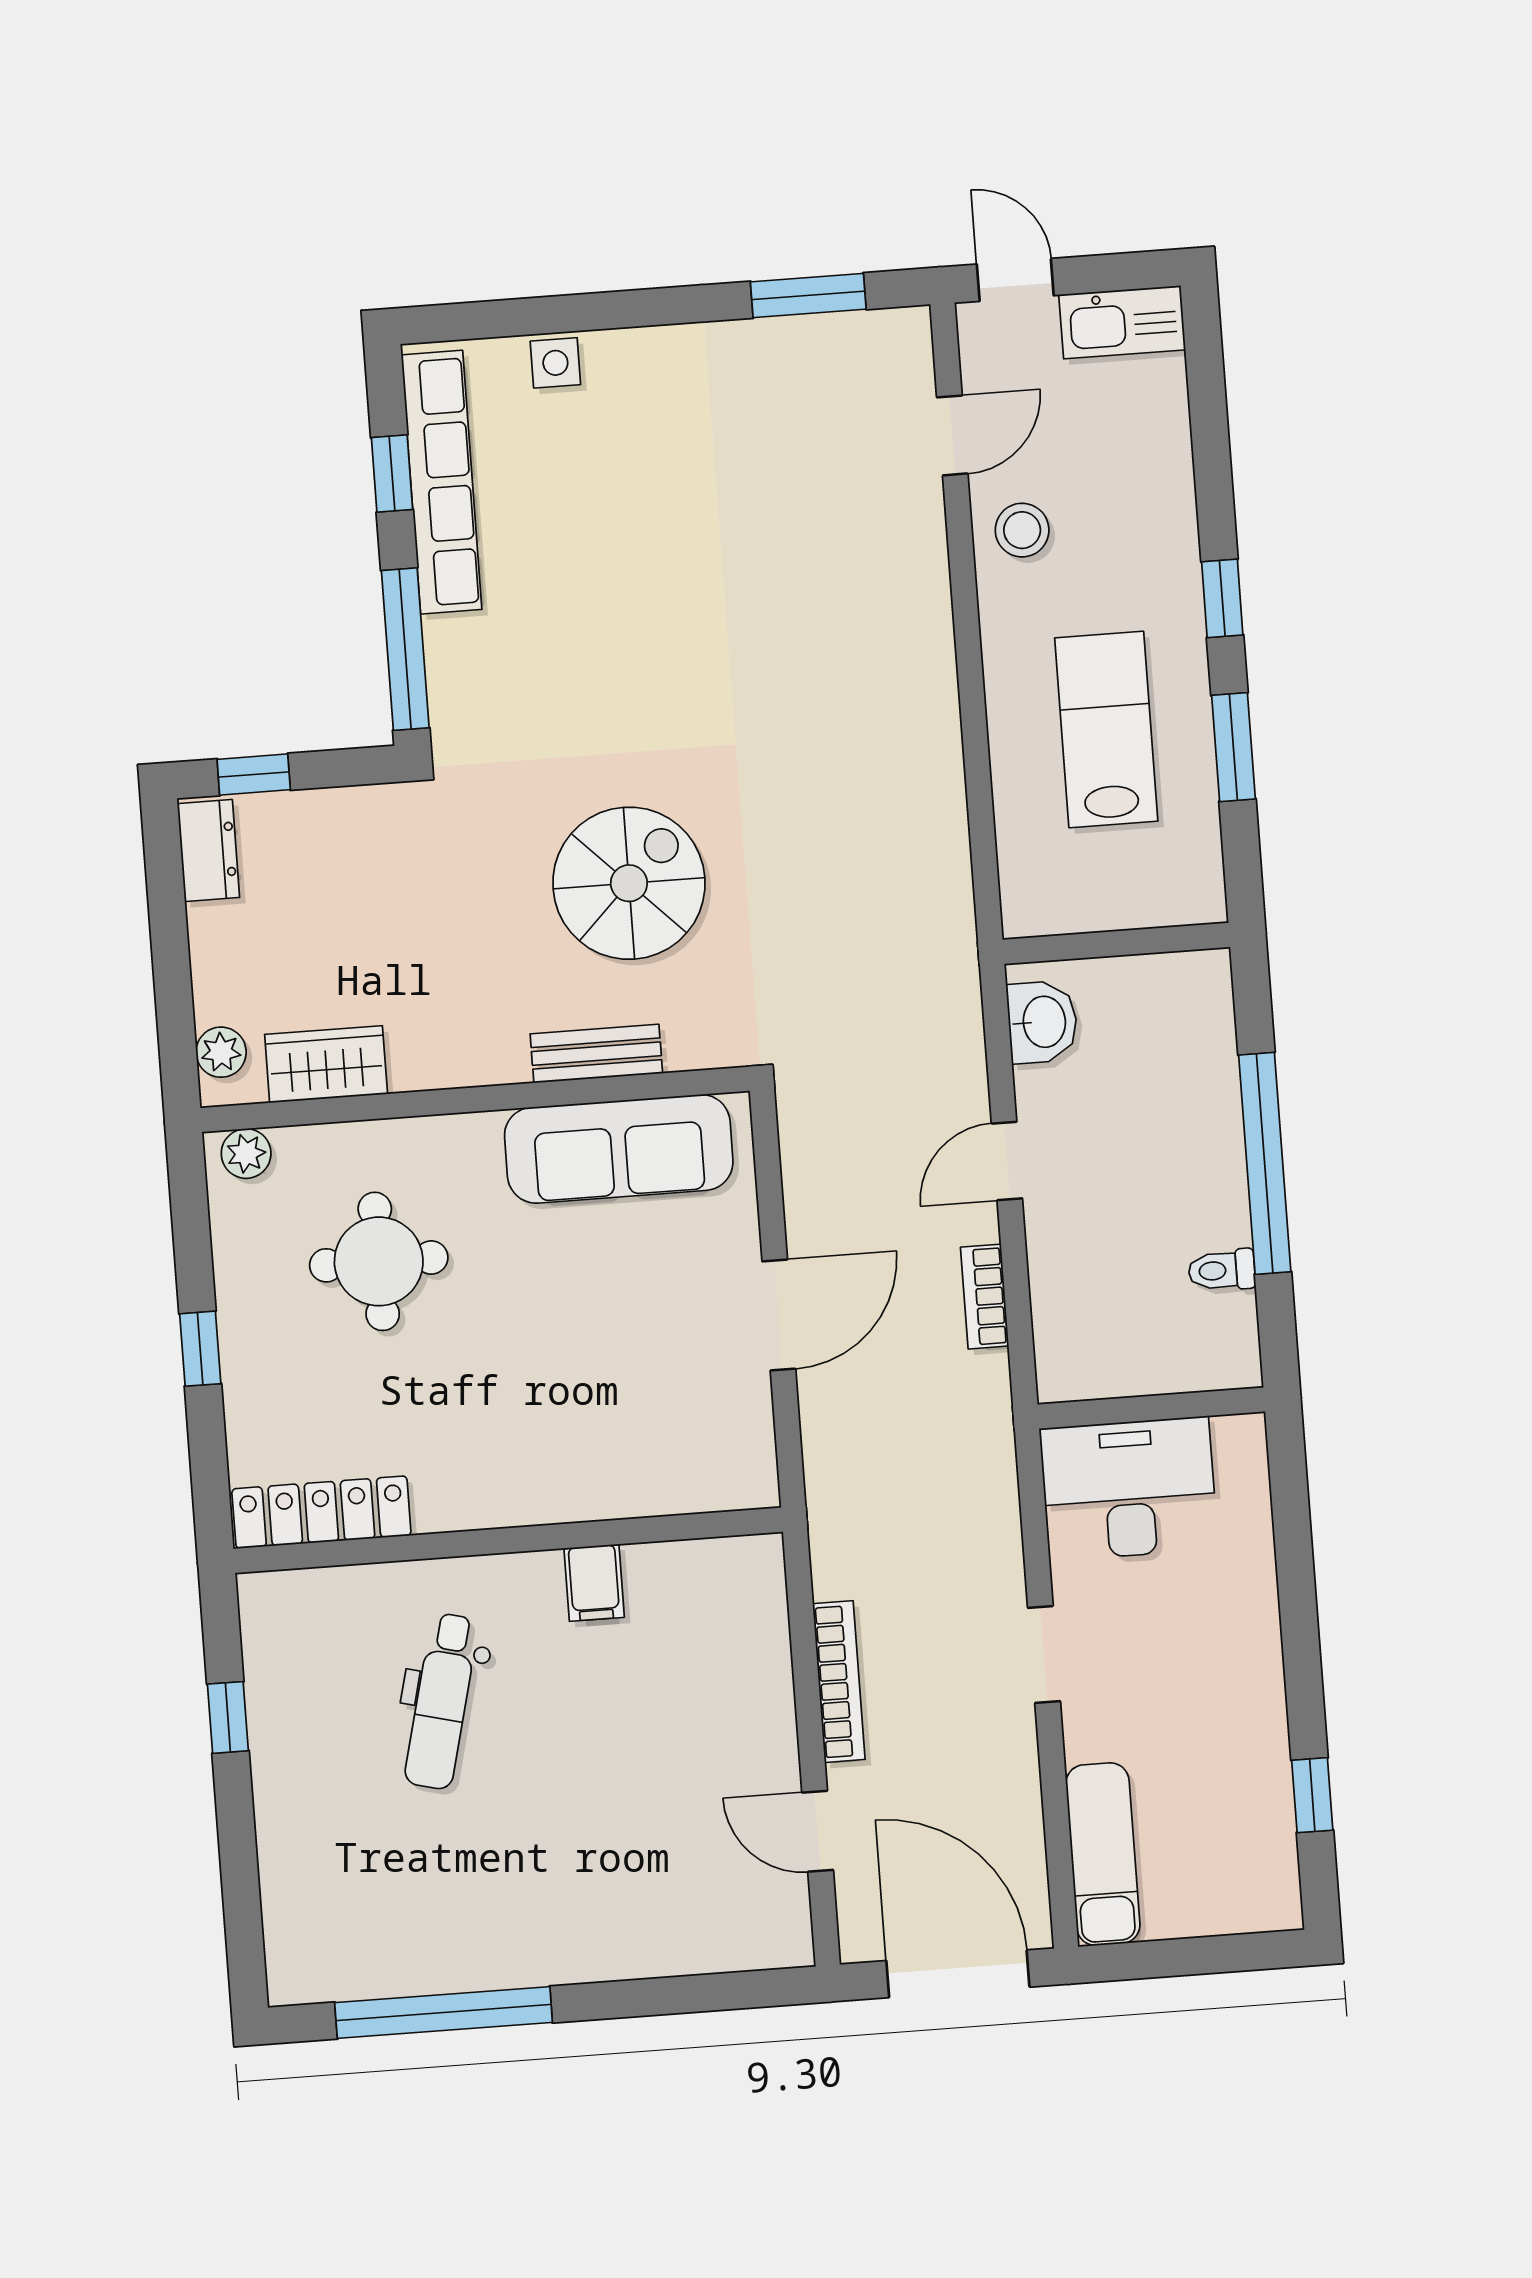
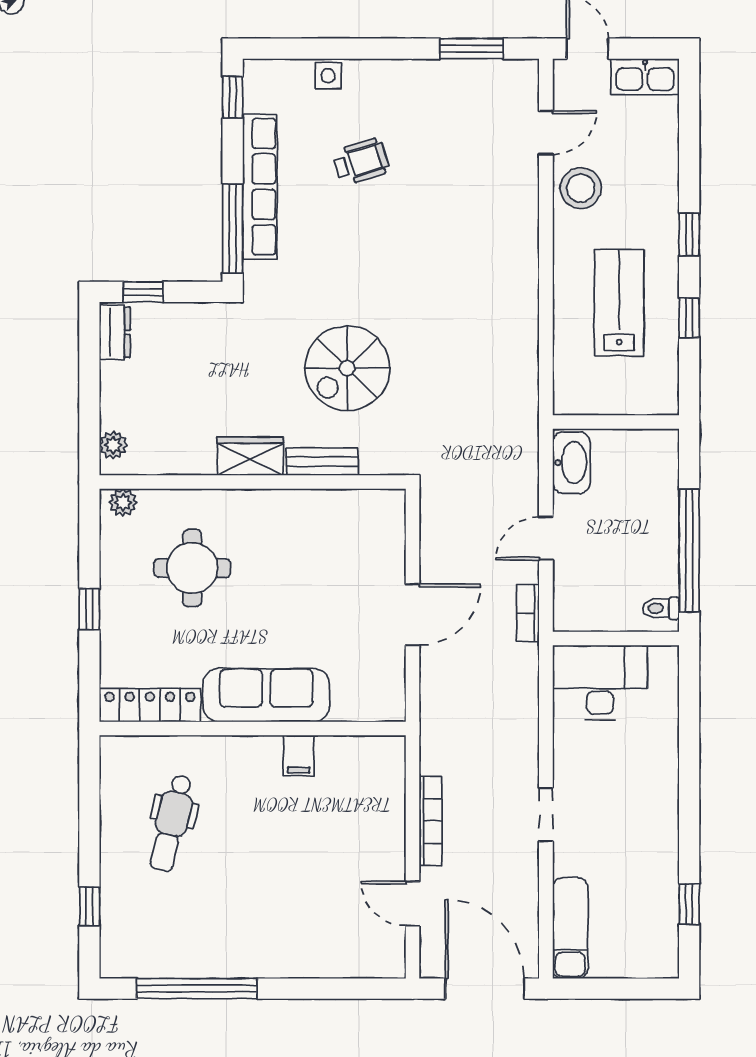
window: (392, 474) -> (233, 97), moved
row of seats: (442, 482) -> (260, 187), moved
wheelchair: (626, 512) -> (361, 161), added
stool: (1022, 530) -> (581, 188), width x1.38, depth x1.38
window: (1233, 747) -> (689, 318), width x0.67
spiral stairs: (629, 883) -> (347, 368), turned 180
washbasin: (1042, 1022) -> (571, 463), width x1.38
wardrobe: (326, 1064) -> (250, 456), moved
sofa: (619, 1149) -> (266, 695), moved, turned 180
wall: (1151, 1408) -> (616, 639), moved
desk: (1129, 1489) -> (600, 682), moved
dental chair: (441, 1701) -> (172, 823), moved
window: (228, 1717) -> (89, 906), moved

